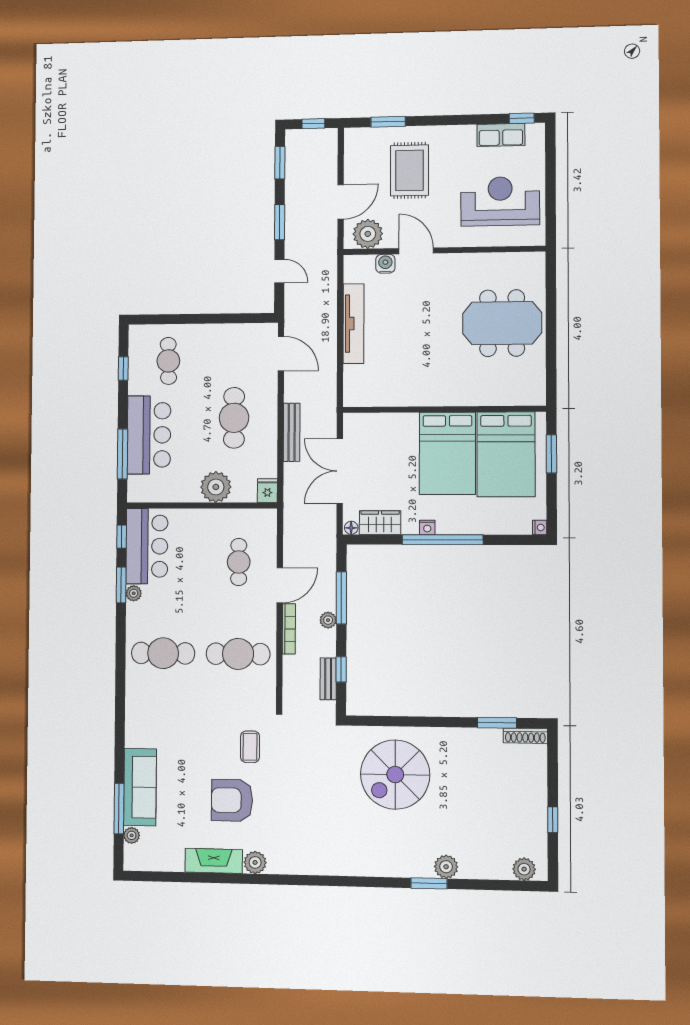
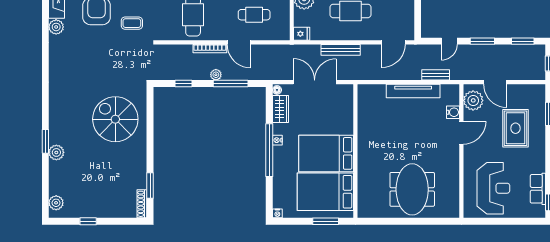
rug: (410, 170) -> (515, 128), turned 90
bench: (328, 679) -> (436, 75), moved

